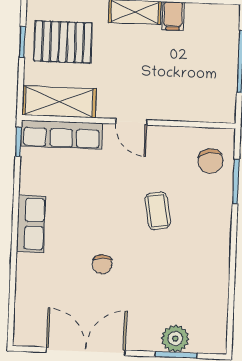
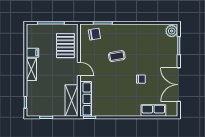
pallet: (63, 42) -> (65, 46), moved
door: (131, 122) -> (79, 69), hinge flipped
row of seats: (31, 224) -> (153, 110), moved
plant: (175, 339) -> (172, 31), moved

